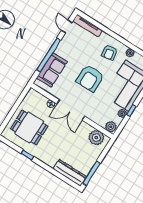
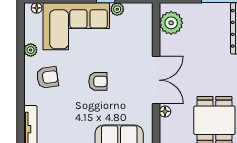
armchair: (90, 78) -> (98, 81), width x0.53, depth x0.53
plant: (111, 127) -> (144, 13), removed

